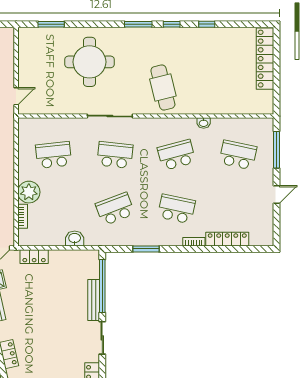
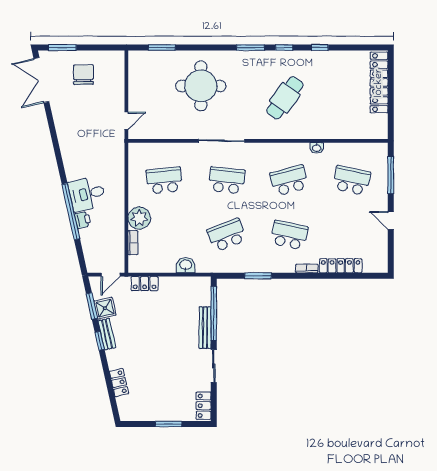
cafe table: (163, 87) -> (285, 98), moved, turned 50
door: (277, 194) -> (391, 220), swing flipped

